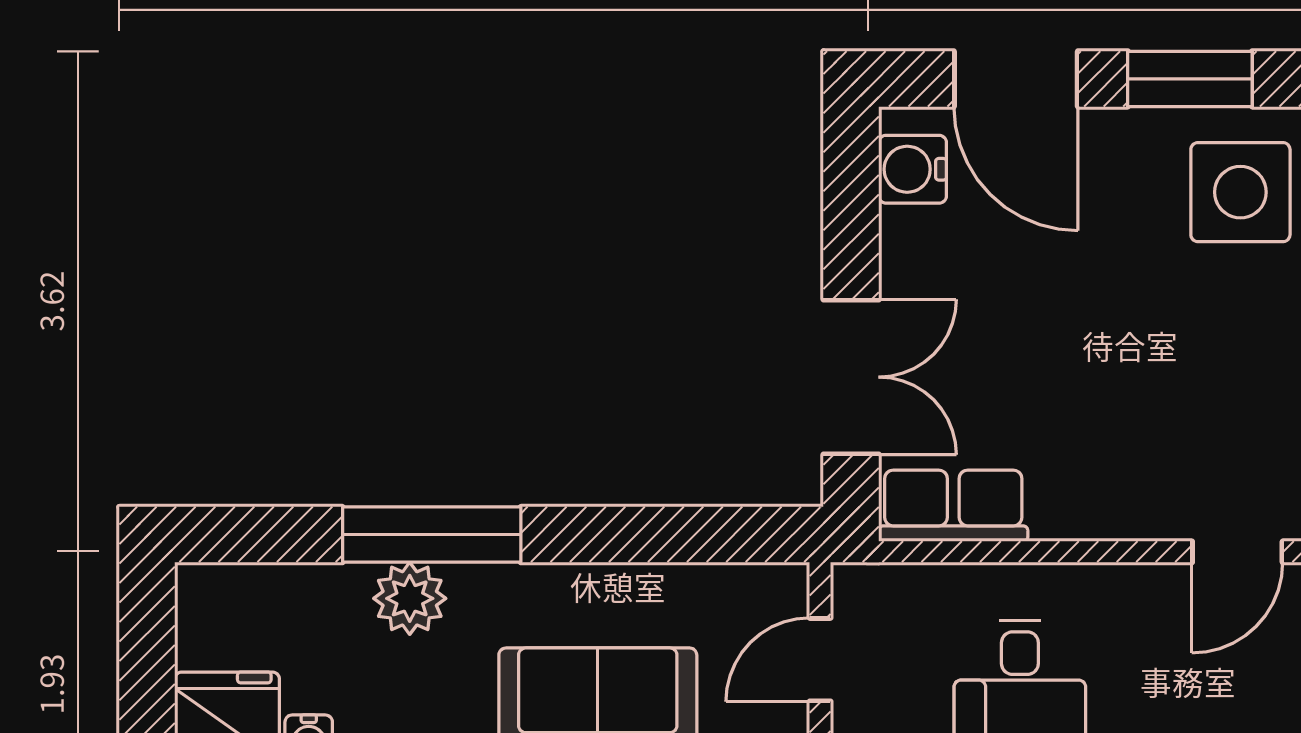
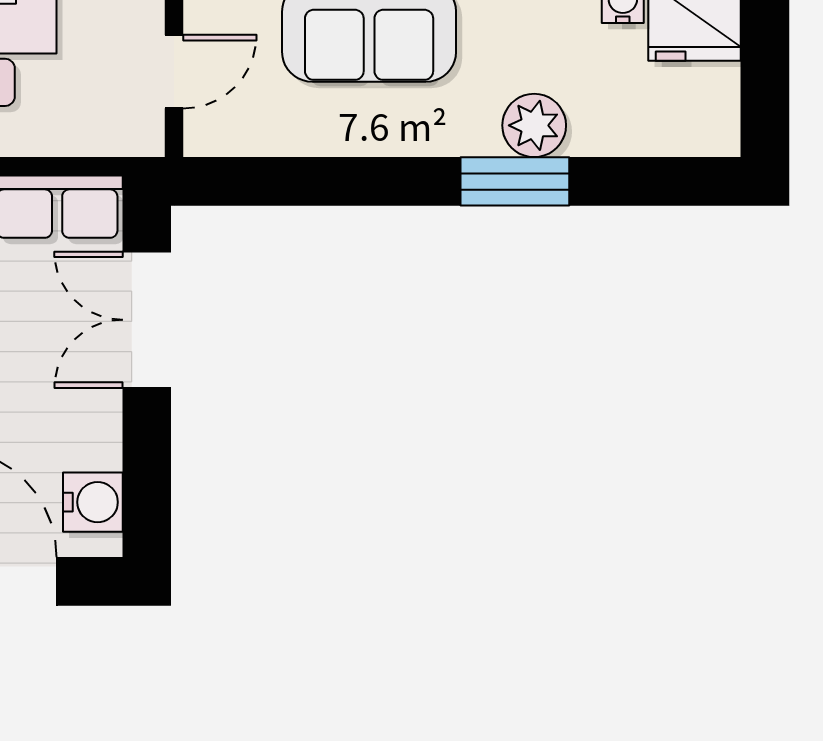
window: (432, 535) -> (515, 181), width x0.69

